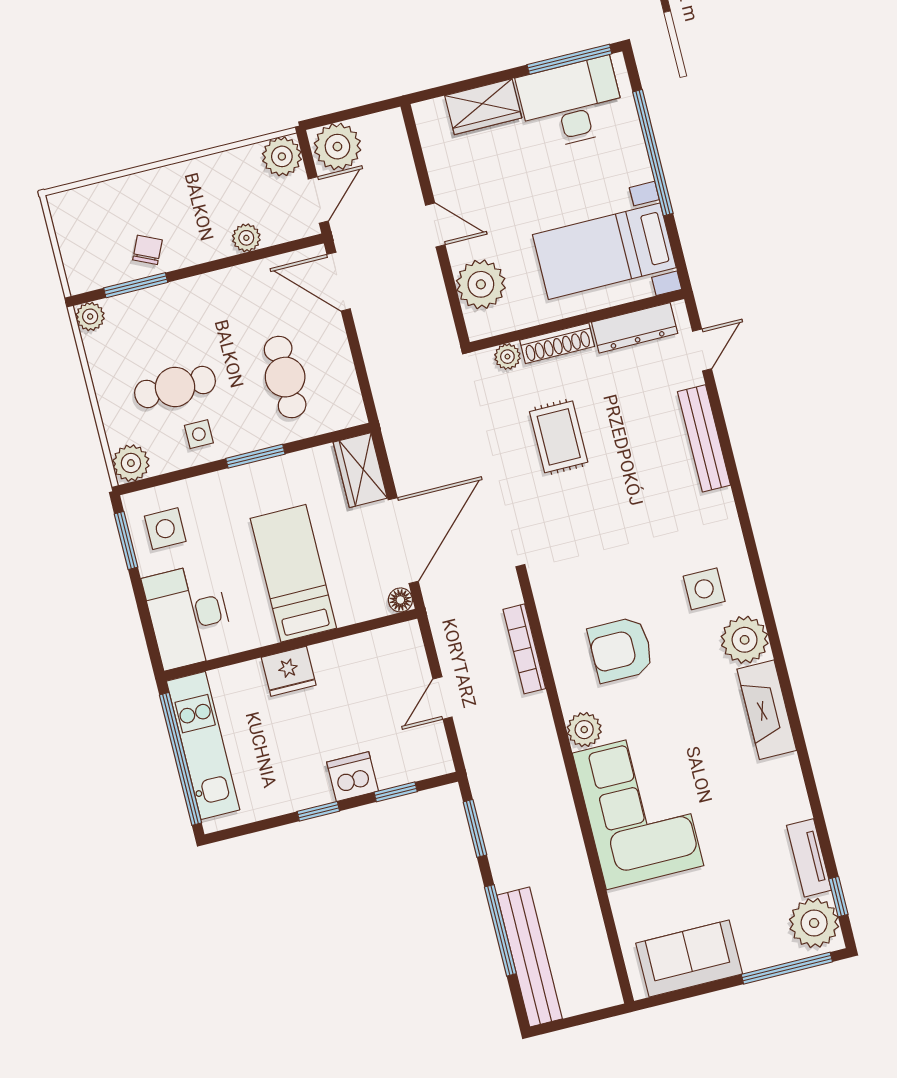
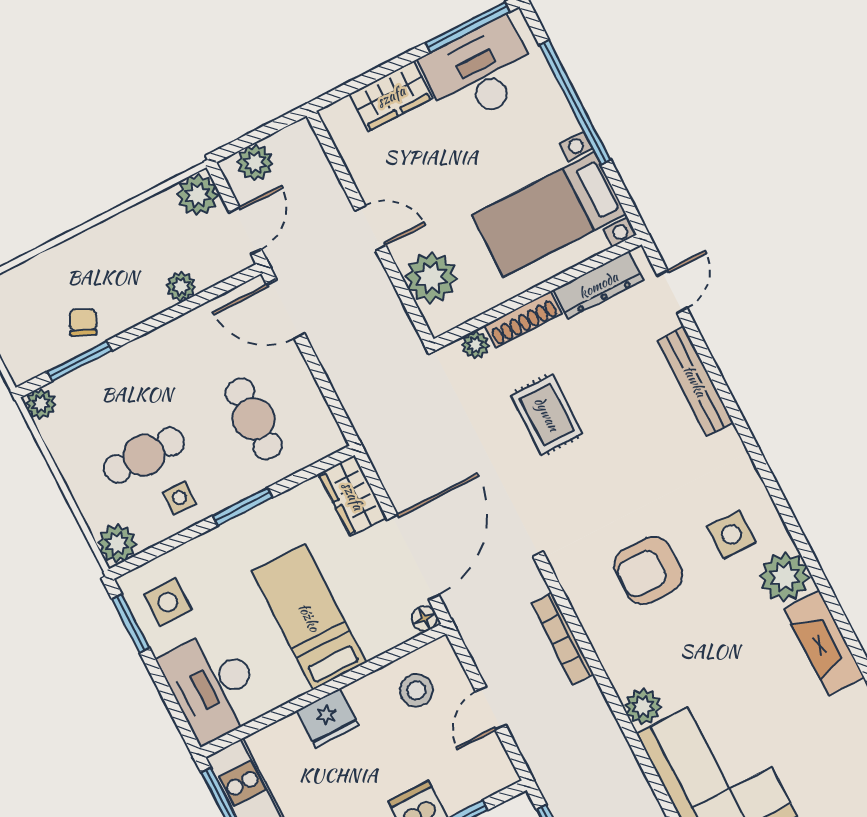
plant: (337, 147) -> (255, 163), width x0.73, depth x0.73
armchair: (621, 650) -> (648, 570), moved
stool: (377, 665) -> (416, 690), added

